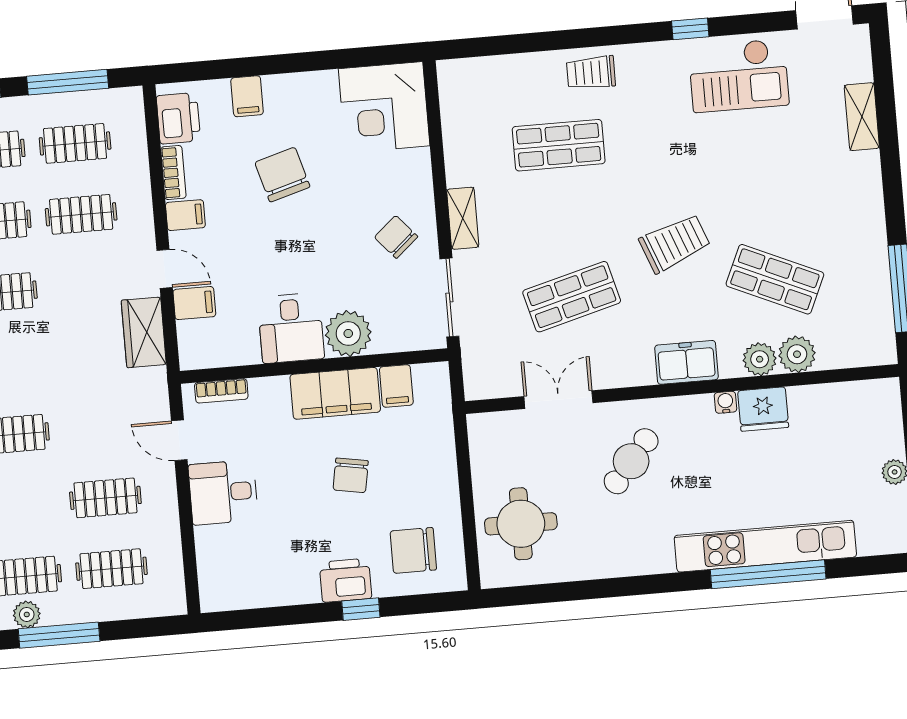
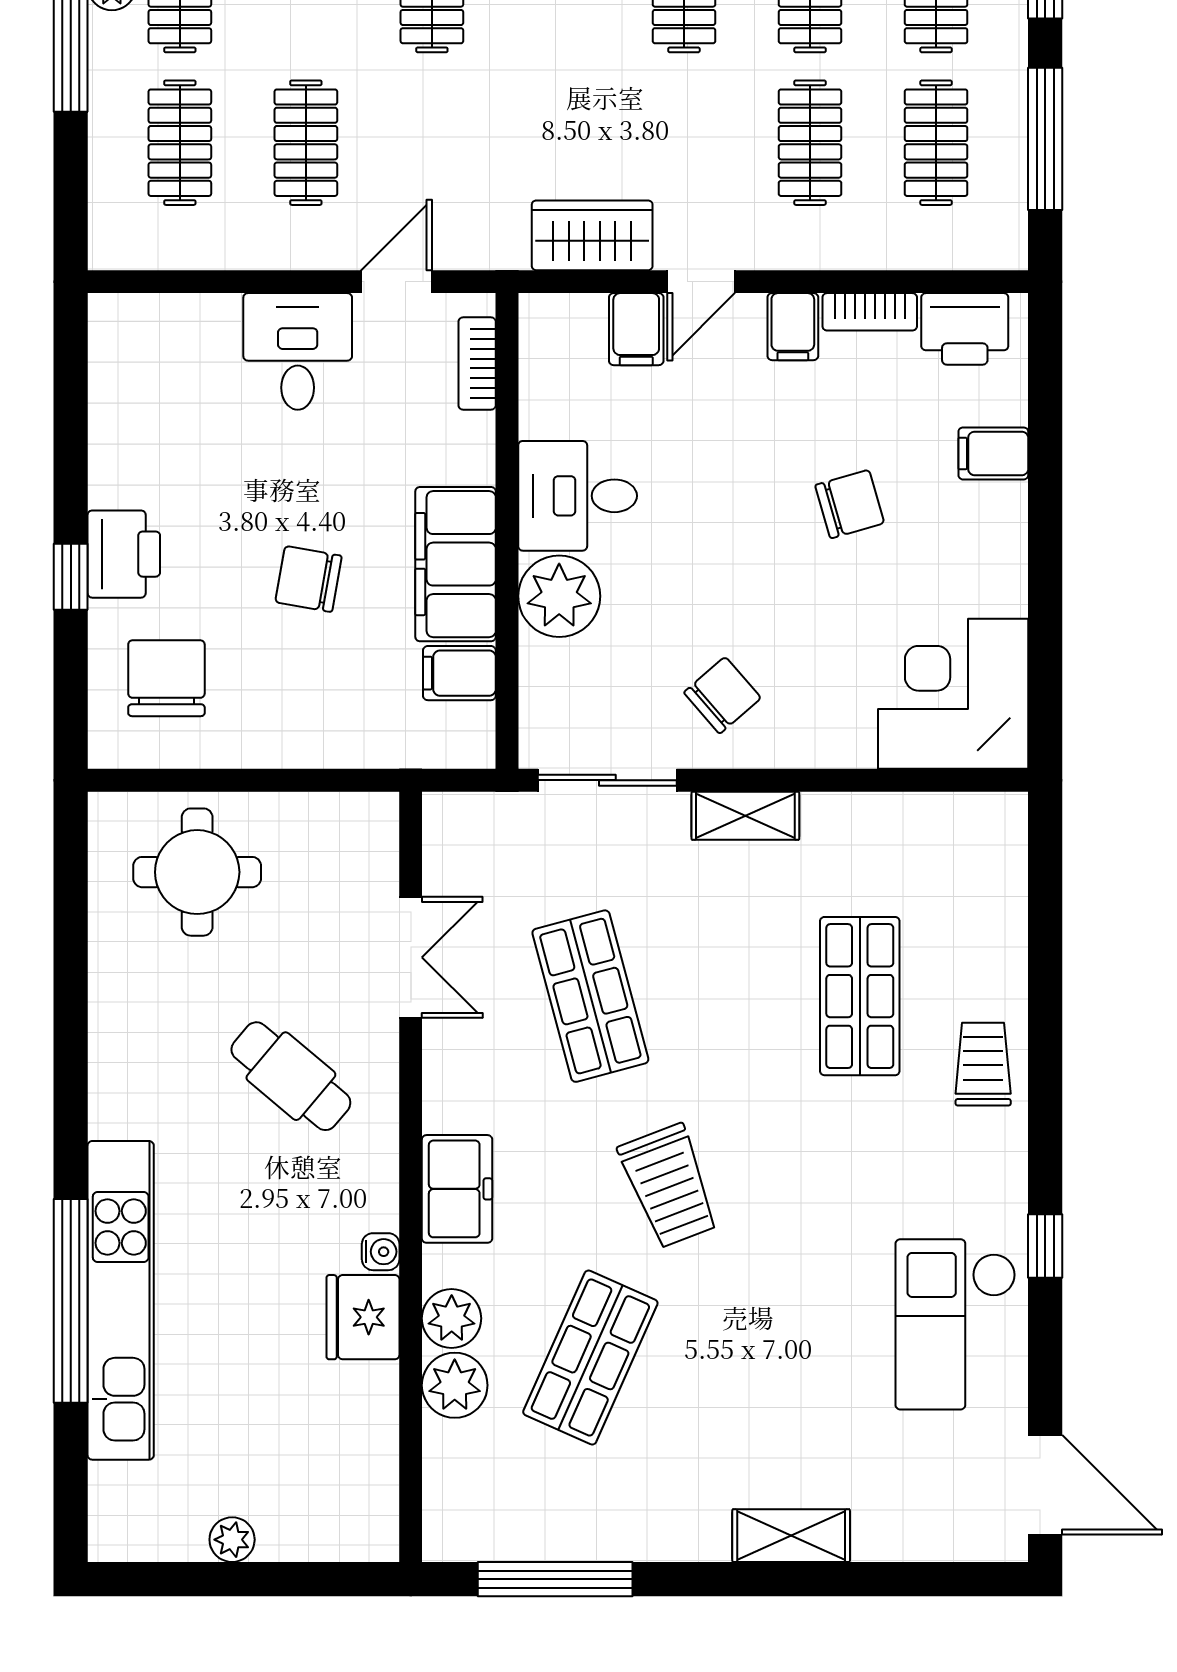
shelving: (862, 117) -> (791, 1536), moved
chair: (282, 175) -> (850, 504), width x0.73, depth x0.73

